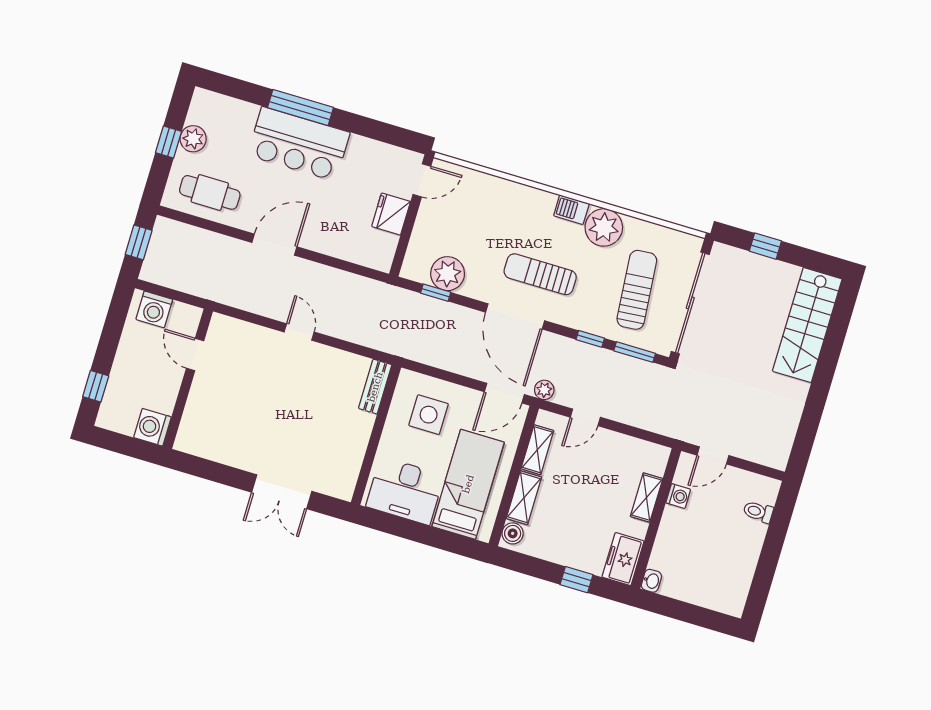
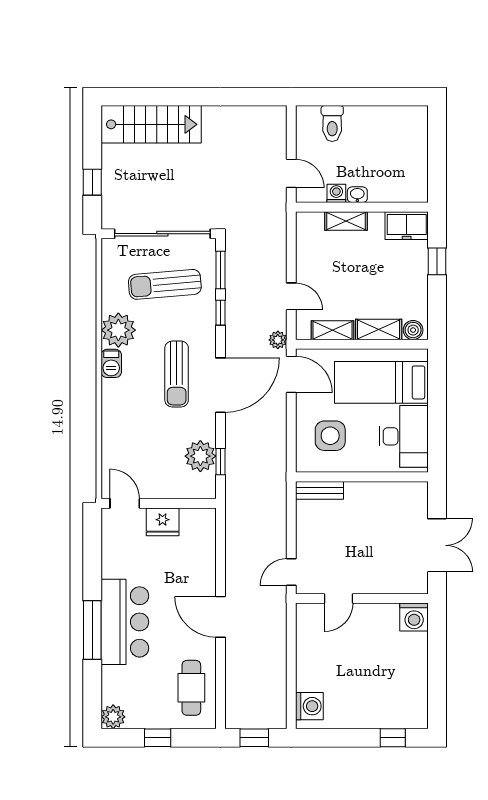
plant: (193, 139) -> (113, 717), moved
door: (195, 354) -> (338, 598), moved
wall: (188, 379) -> (362, 598), moved
washing machine: (152, 427) -> (414, 617), moved
toilet: (758, 512) -> (332, 124), width x1.37, depth x1.39
washbasin: (651, 581) -> (357, 195), moved

